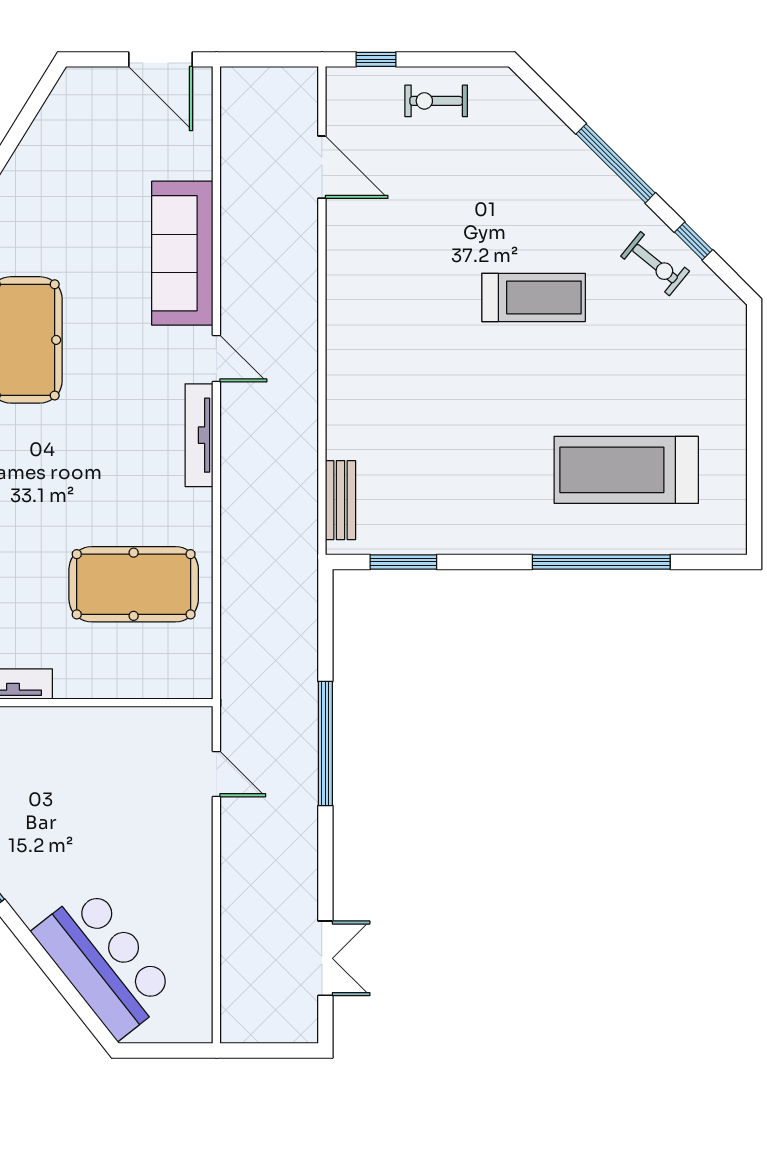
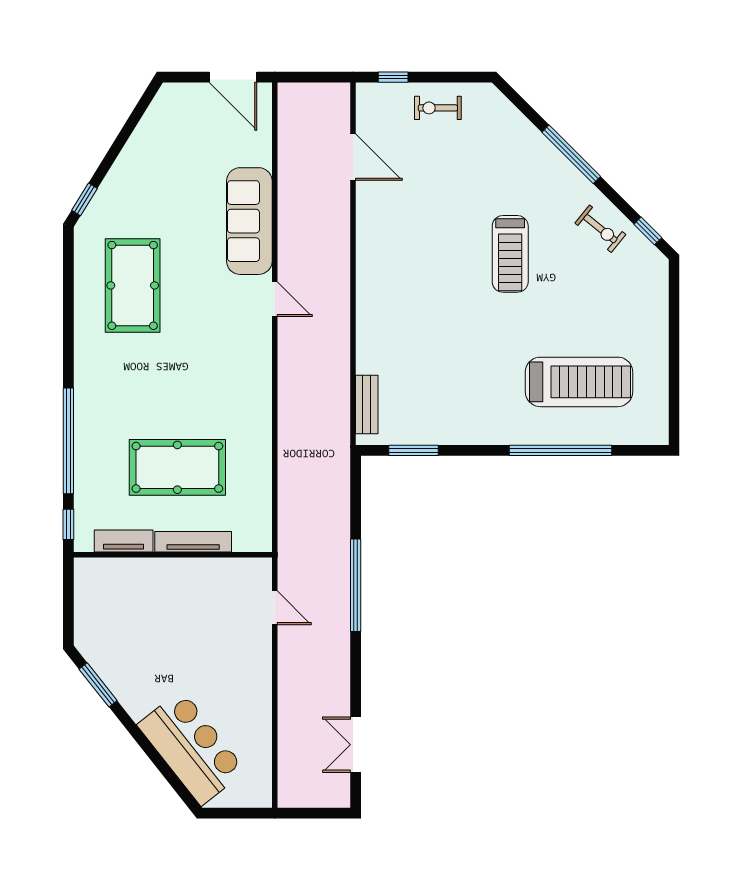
window: (693, 241) -> (648, 231), moved
treadmill: (534, 297) -> (510, 254), turned 90
tv unit: (199, 435) -> (193, 542), moved, turned 90
treadmill: (626, 470) -> (579, 382), turned 180
pool table: (134, 584) -> (177, 467), moved
double door: (325, 958) -> (356, 745), swing flipped

